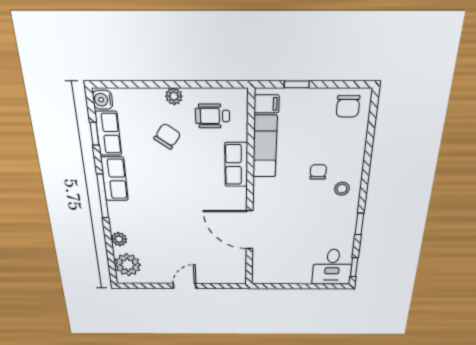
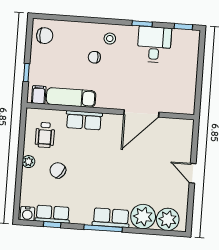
row of seats: (115, 179) -> (111, 218), moved
plant: (119, 239) -> (143, 217), width x1.88, depth x1.88
desk: (332, 267) -> (154, 44), moved, turned -90

